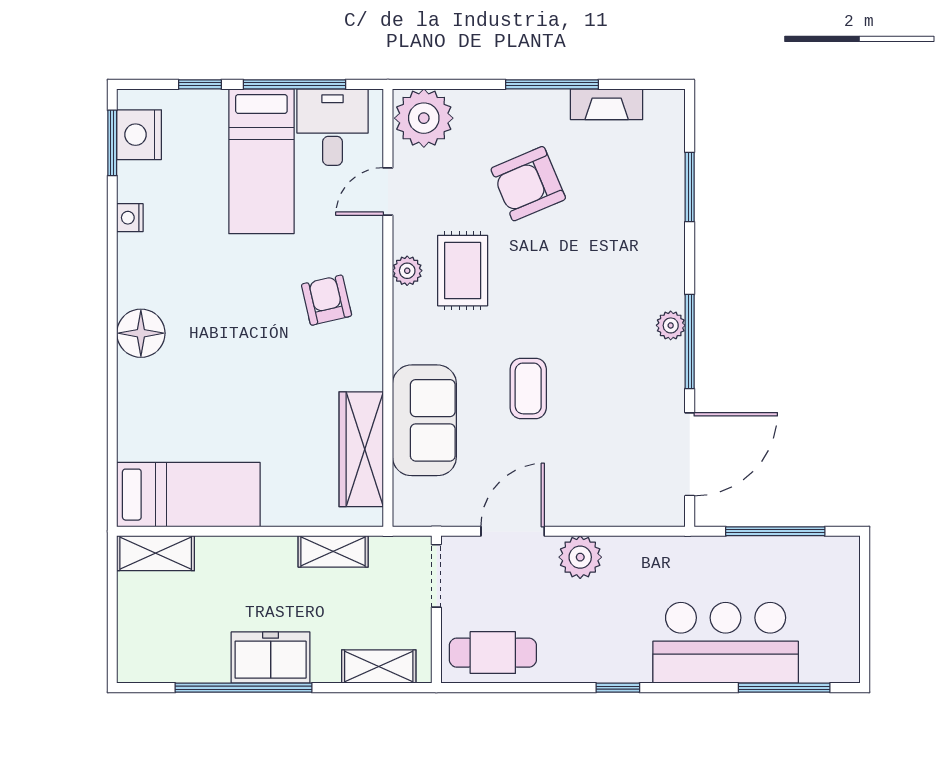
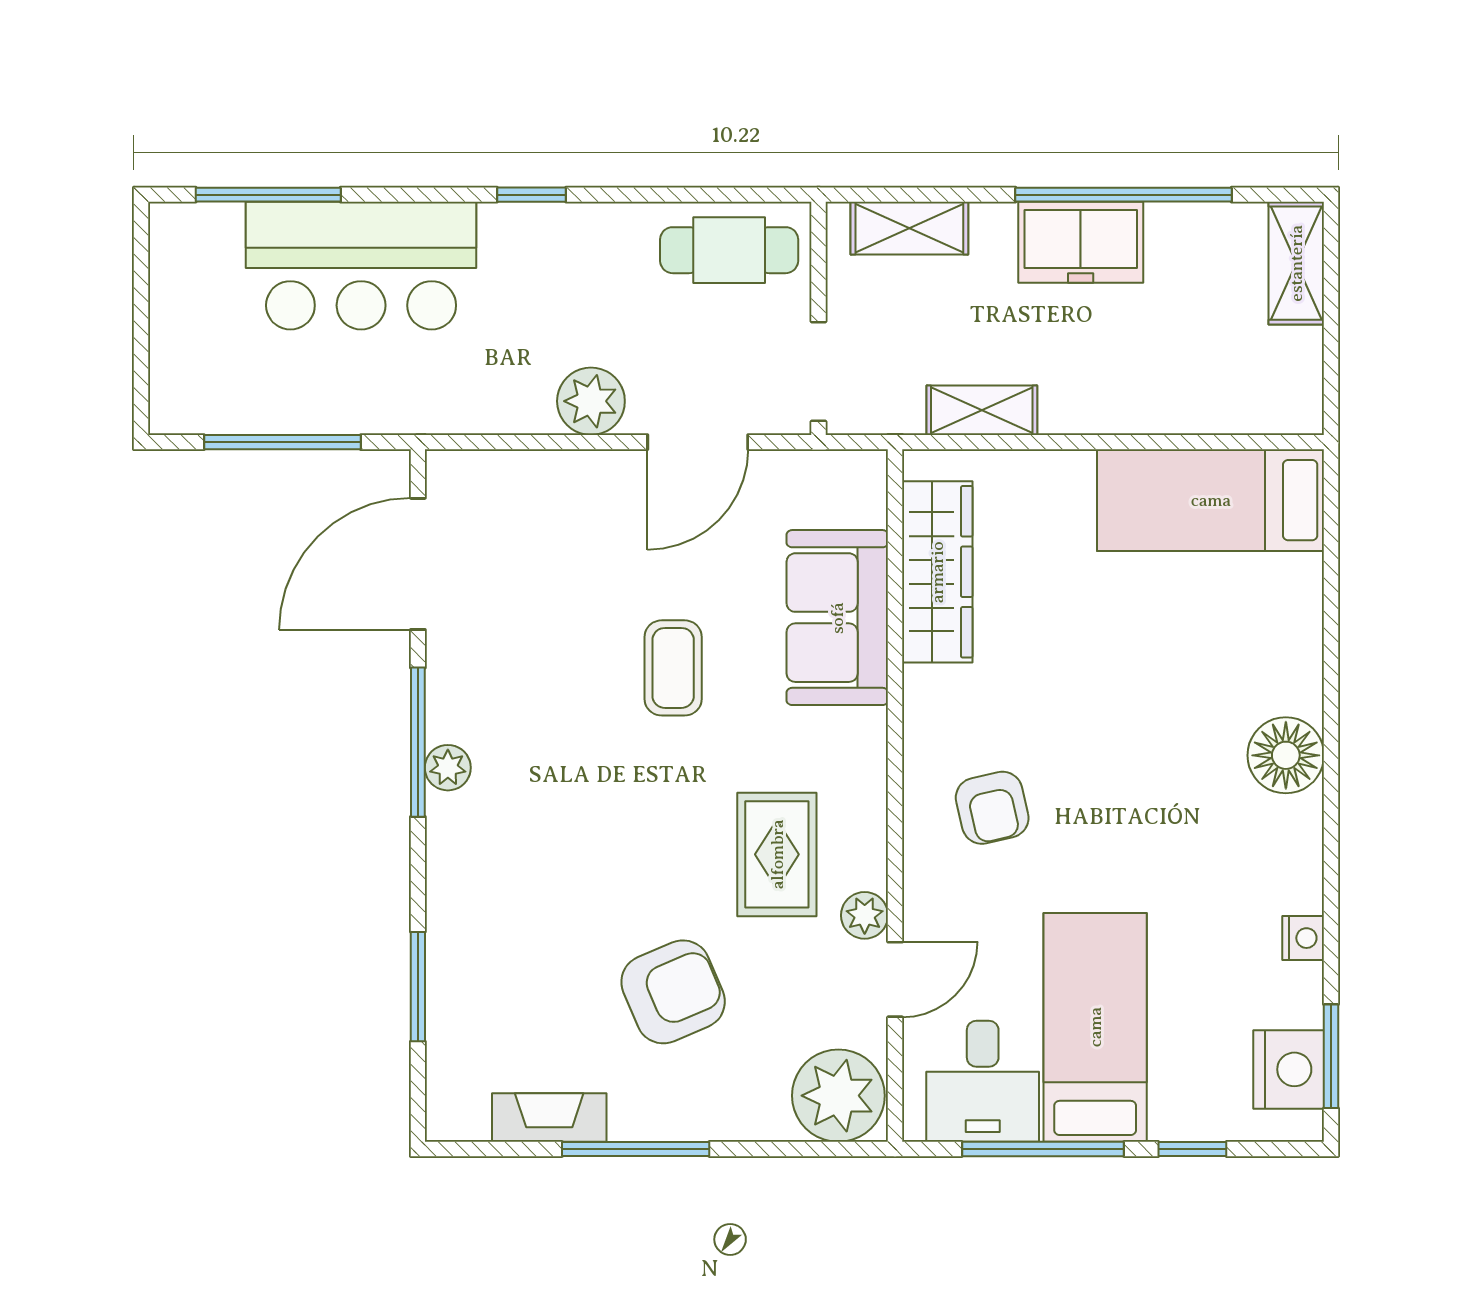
plant: (407, 271) -> (865, 915), moved
shelving: (156, 553) -> (1296, 263), moved, turned 90

